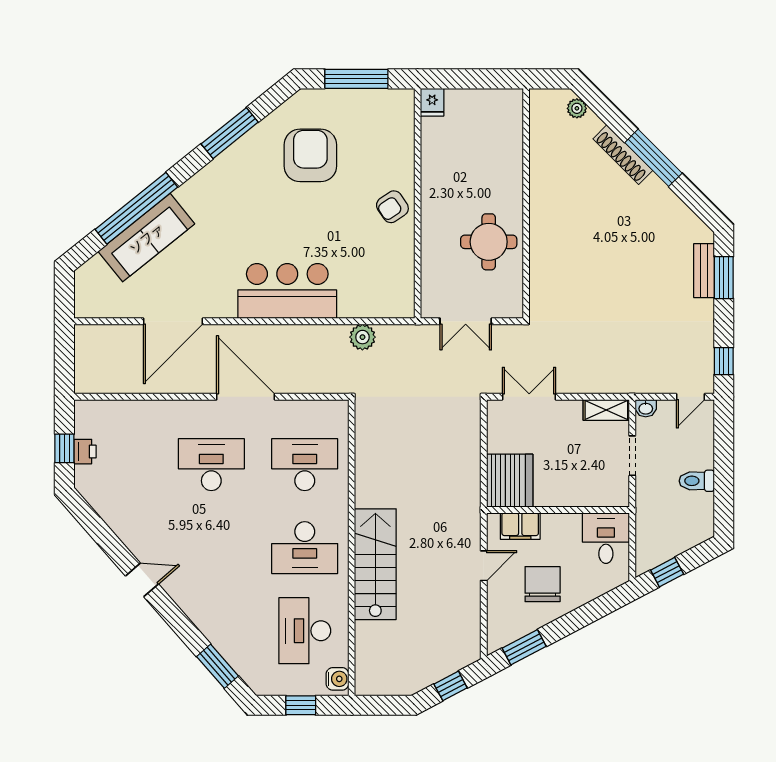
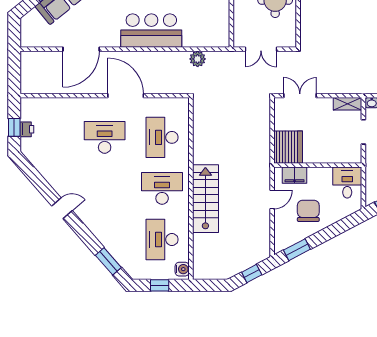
desk: (305, 465) -> (162, 137), turned -90
desk: (305, 548) -> (162, 188), turned 180

